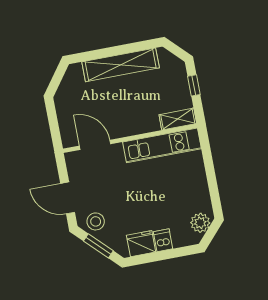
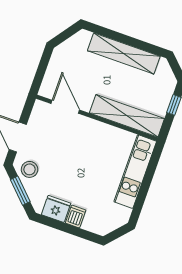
shelving: (178, 119) -> (127, 116), width x2.20, depth x1.33
kitchen unit: (162, 145) -> (135, 171), moved, turned 90
plant: (200, 223) -> (114, 220), removed

